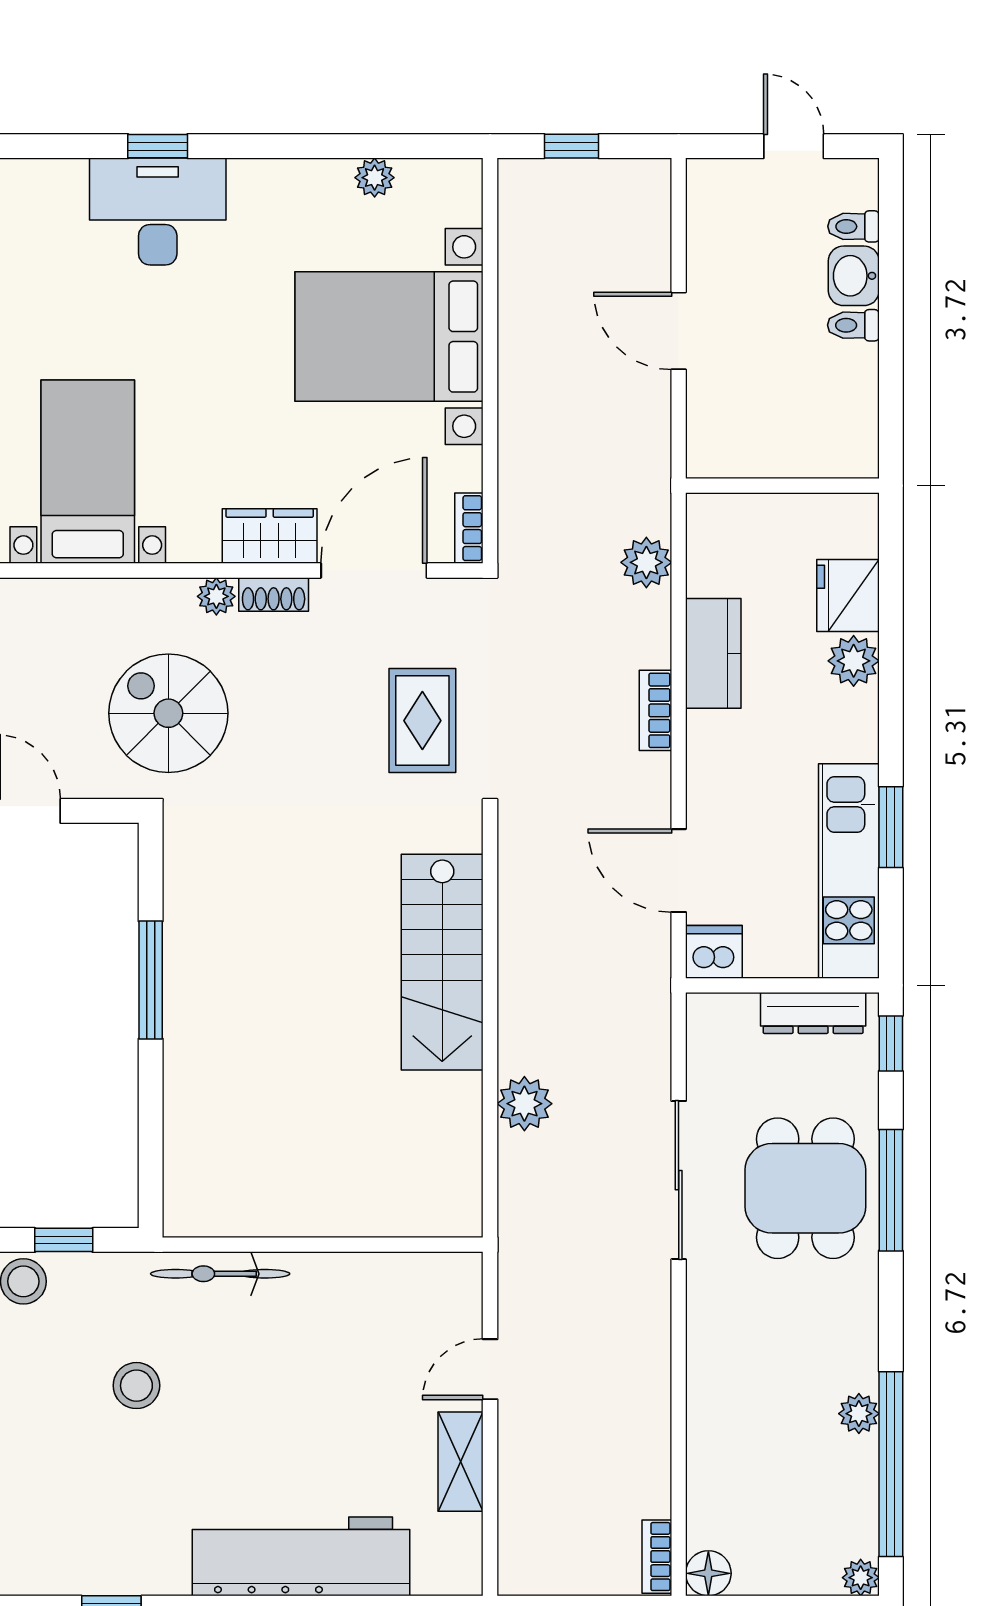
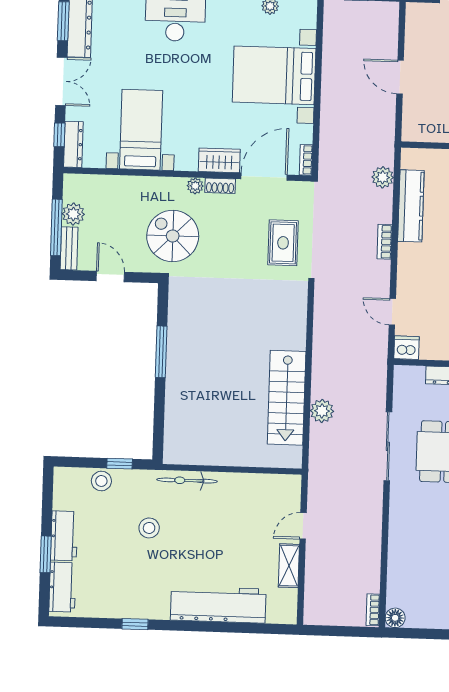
kitchen counter: (713, 653) -> (411, 206), width x1.50
door: (679, 871) -> (392, 312), width x0.73
stairs: (442, 962) -> (287, 398), moved

